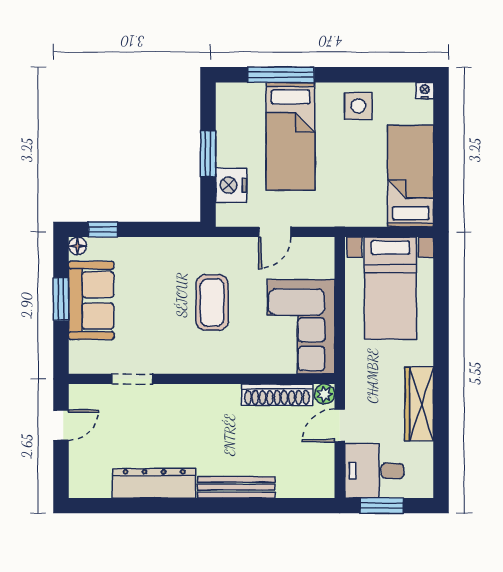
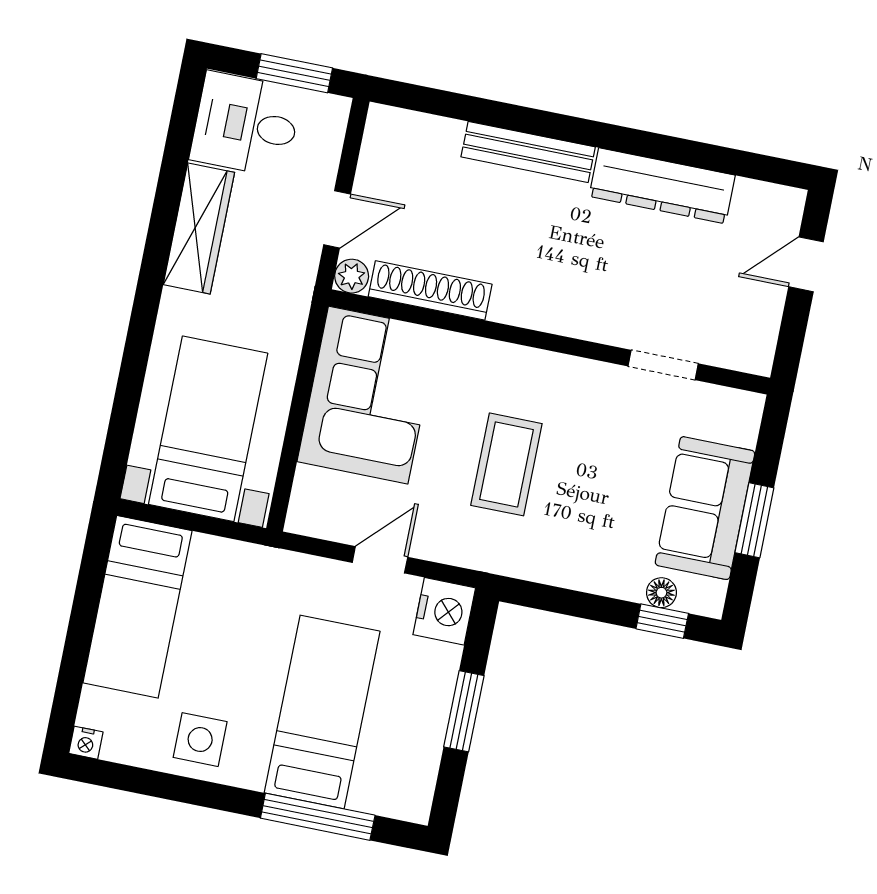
nightstand: (231, 185) -> (444, 611), moved
floor lamp: (77, 246) -> (661, 593), moved
door: (61, 425) -> (806, 264), moved
desk: (374, 471) -> (246, 124), moved, turned 180

